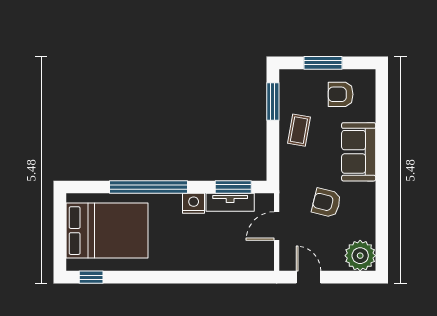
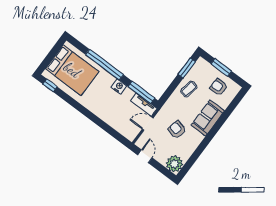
window: (233, 187) -> (142, 92), width x1.44
tv unit: (230, 202) -> (144, 105), moved

